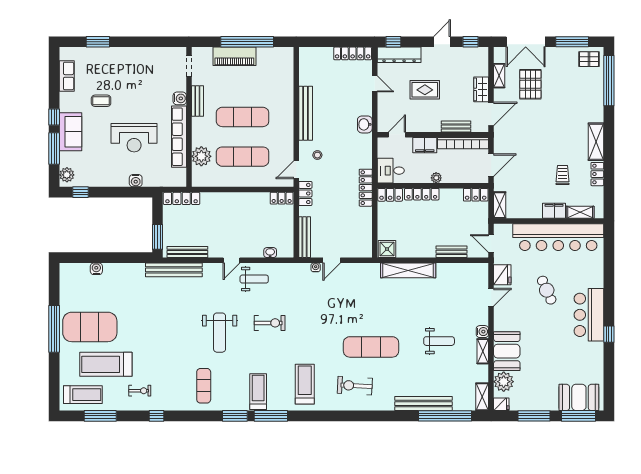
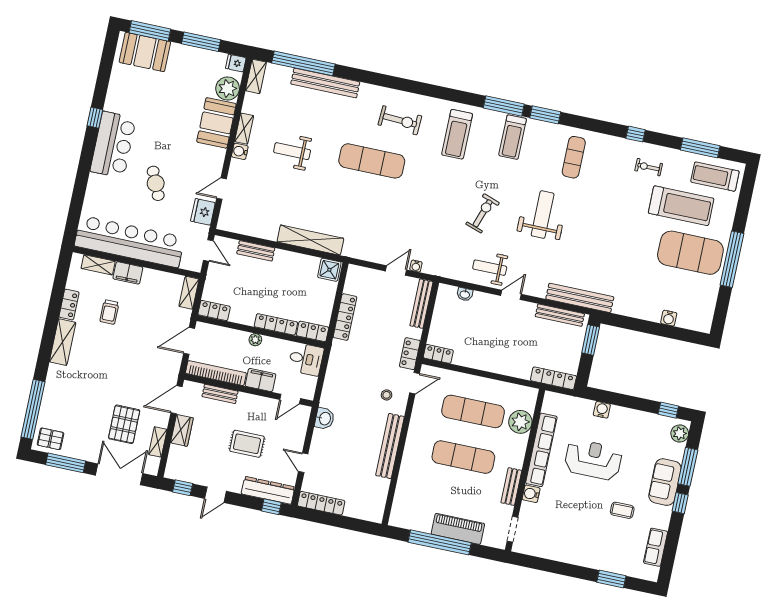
locker: (366, 188) -> (345, 317), moved
exercise bike: (270, 323) -> (483, 213), turned 109

